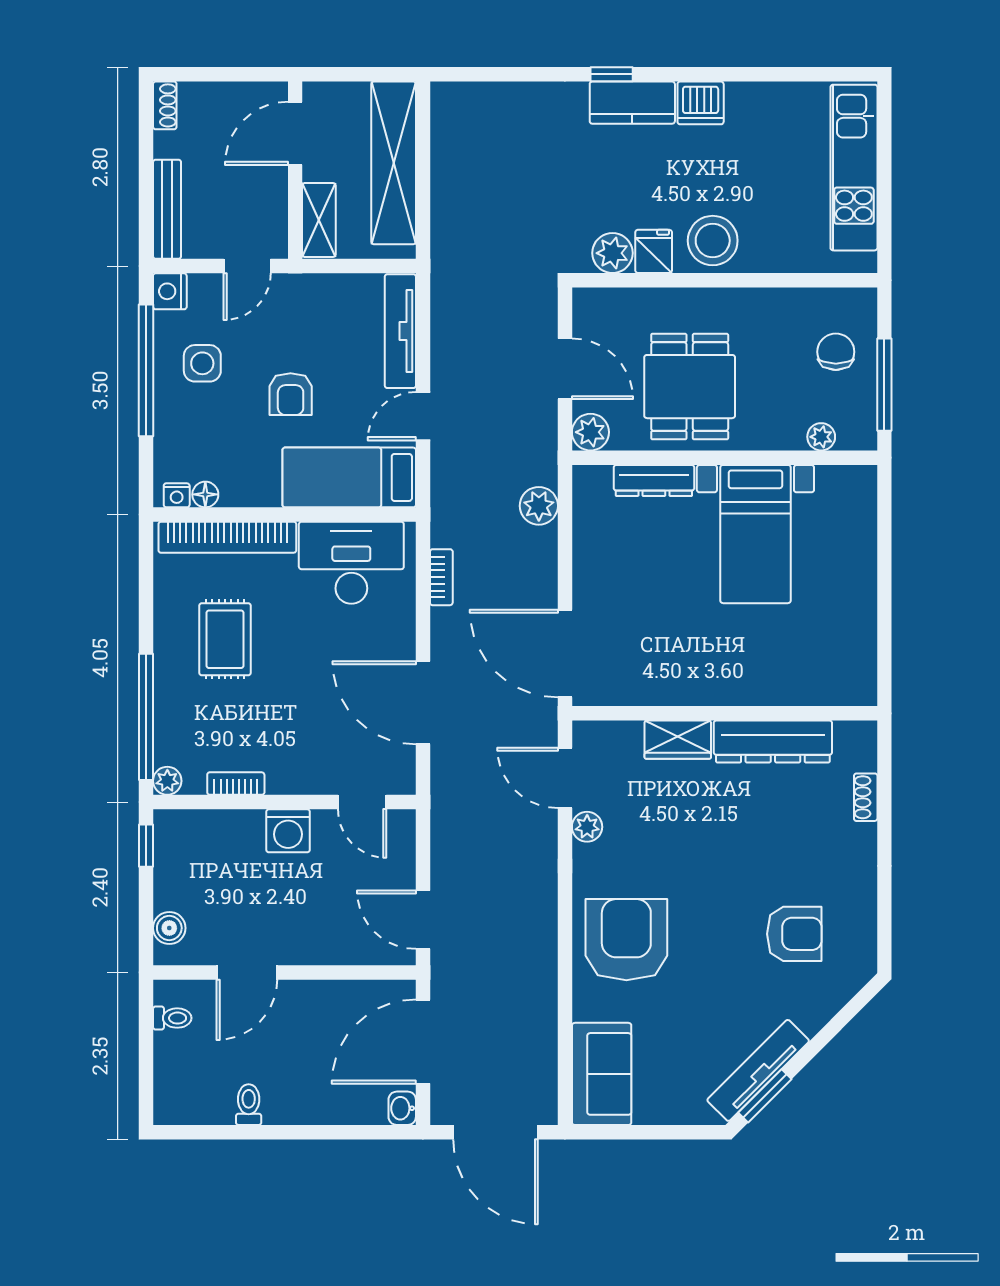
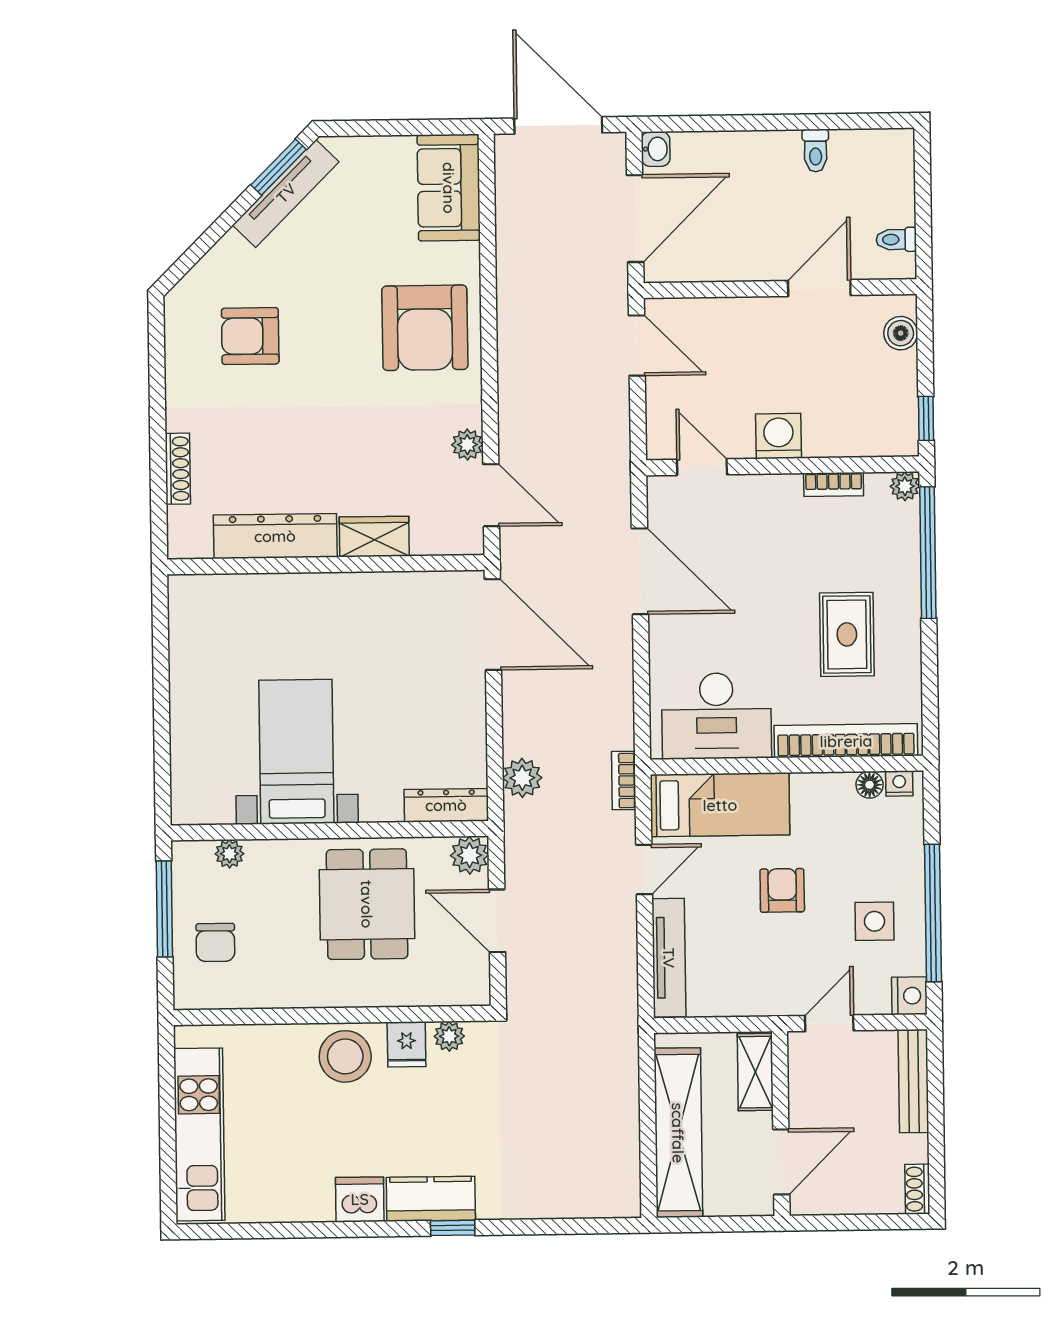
plant: (612, 253) -> (449, 1036), width x0.73, depth x0.73
dresser: (654, 481) -> (446, 805), moved
bookcase: (441, 577) -> (624, 781), moved
shoe rack: (866, 797) -> (178, 469), width x1.43

